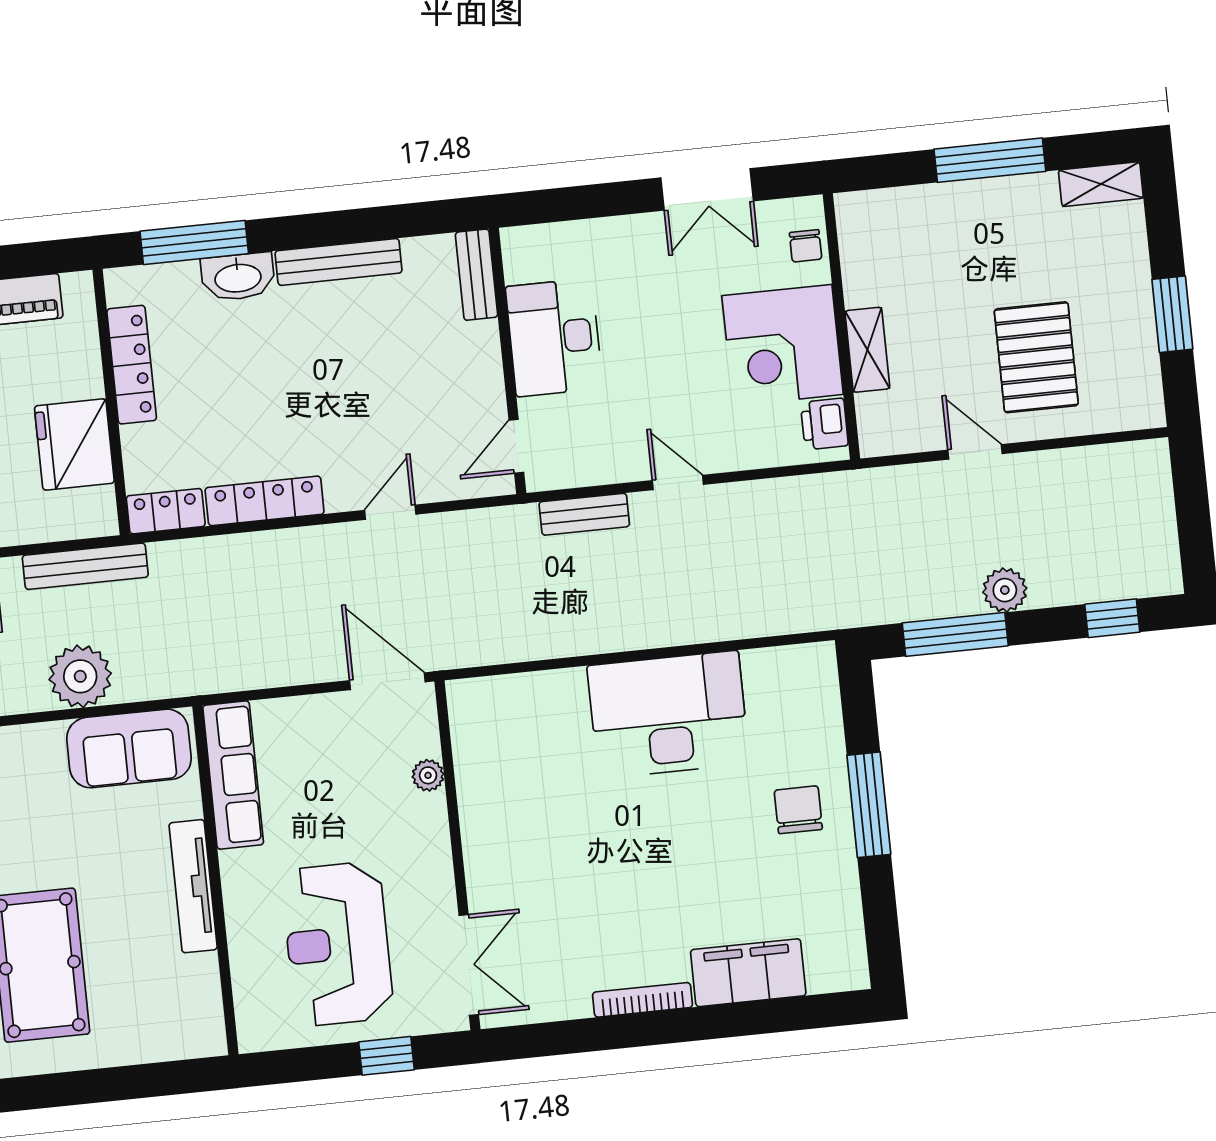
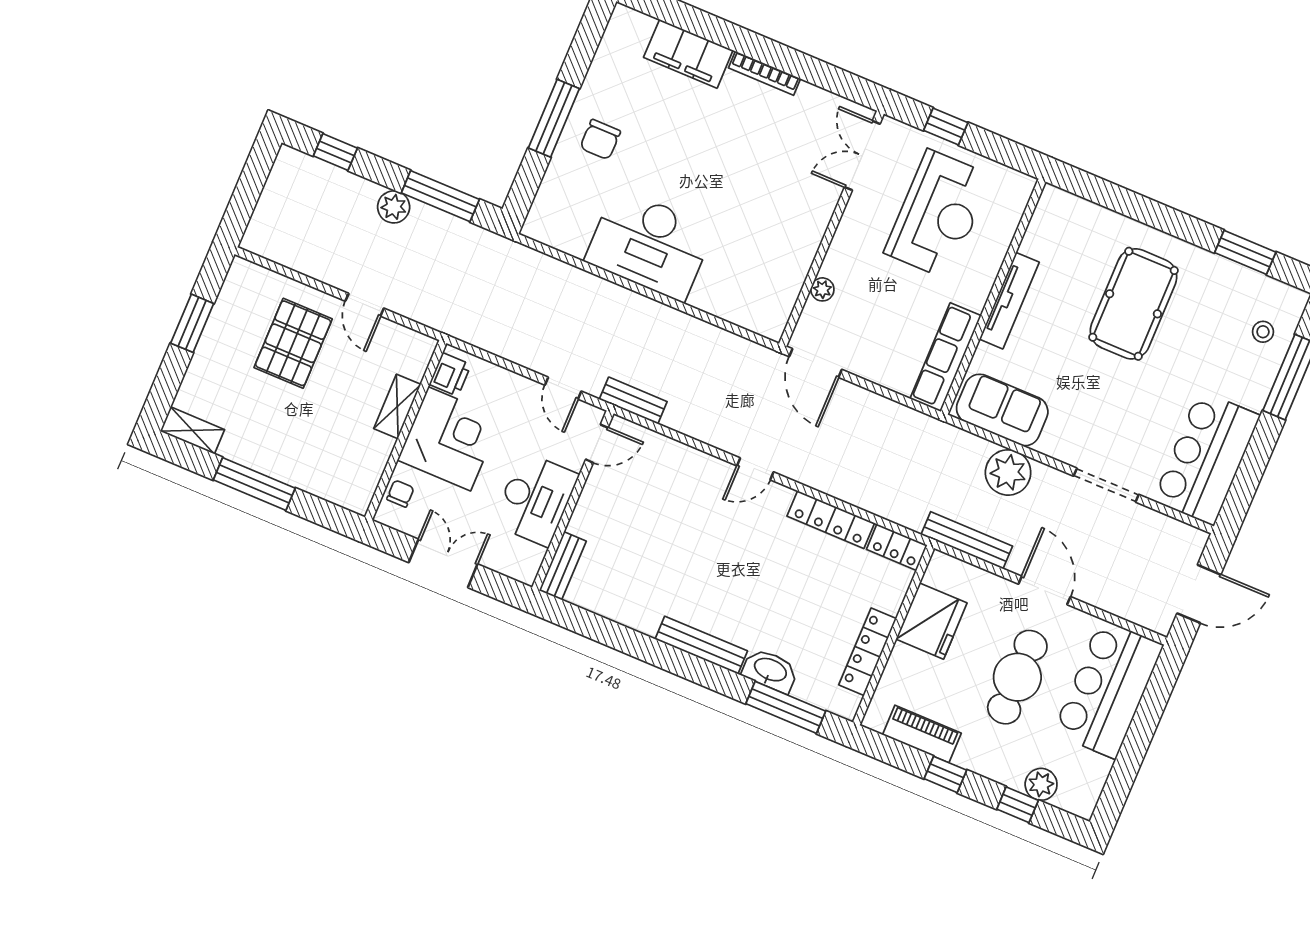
bench: (477, 275) -> (563, 566), moved
desk: (554, 337) -> (535, 499), moved
wall: (508, 361) -> (573, 500), moved
door: (516, 446) -> (597, 444), moved

